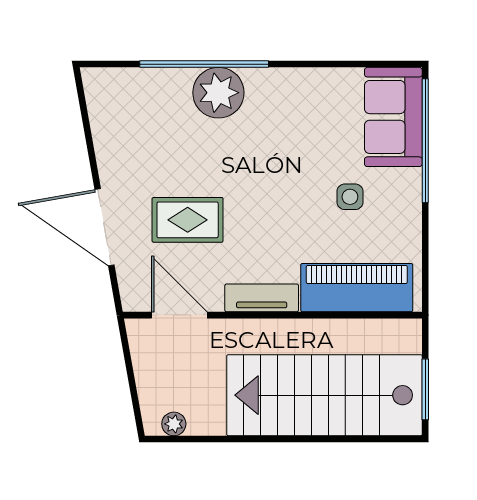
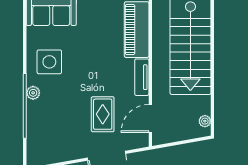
plant: (218, 93) -> (33, 93), width x0.53, depth x0.53
side table: (350, 197) -> (49, 62), moved, width x1.87, depth x1.87

